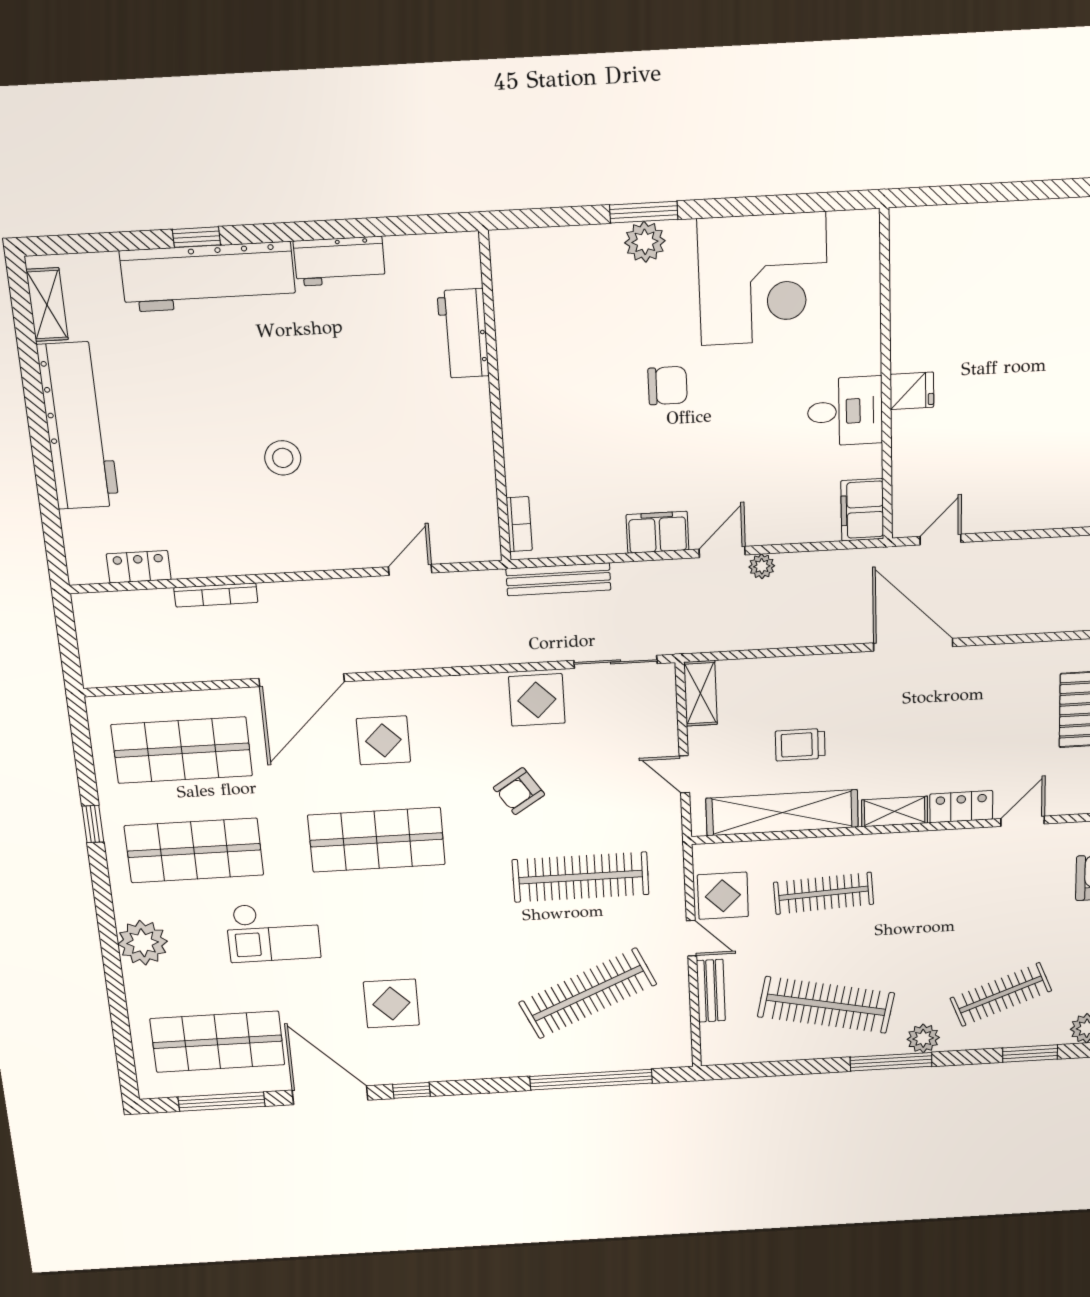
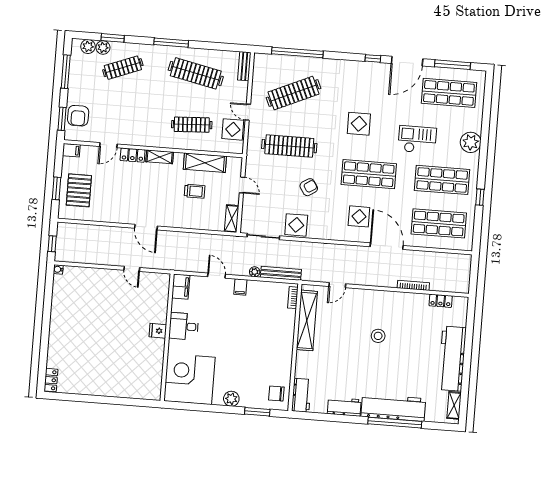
window: (644, 212) -> (257, 412), moved
window: (196, 237) -> (395, 423), width x3.17
workbench: (463, 334) -> (301, 395), moved
wall: (886, 377) -> (167, 337), moved
chair: (668, 386) -> (276, 394), moved
fridge: (912, 391) -> (158, 331), moved
desk: (845, 411) -> (184, 326), moved
shelving: (474, 472) -> (307, 320), added
filing cabinet: (862, 510) -> (181, 287), moved
filing cabinet: (657, 532) -> (240, 287), width x0.50
door: (941, 539) -> (132, 269), hinge flipped
door: (722, 552) -> (216, 276), swing flipped
plant: (762, 566) -> (255, 272), moved
door: (913, 645) -> (146, 227), width x0.73
door: (302, 680) -> (387, 246), hinge flipped
shelving: (782, 813) -> (205, 163), width x0.68
bench: (711, 991) -> (244, 66), moved
display table: (391, 1003) -> (359, 124), moved
plant: (923, 1038) -> (103, 47), moved
door: (330, 1095) -> (407, 61), hinge flipped

